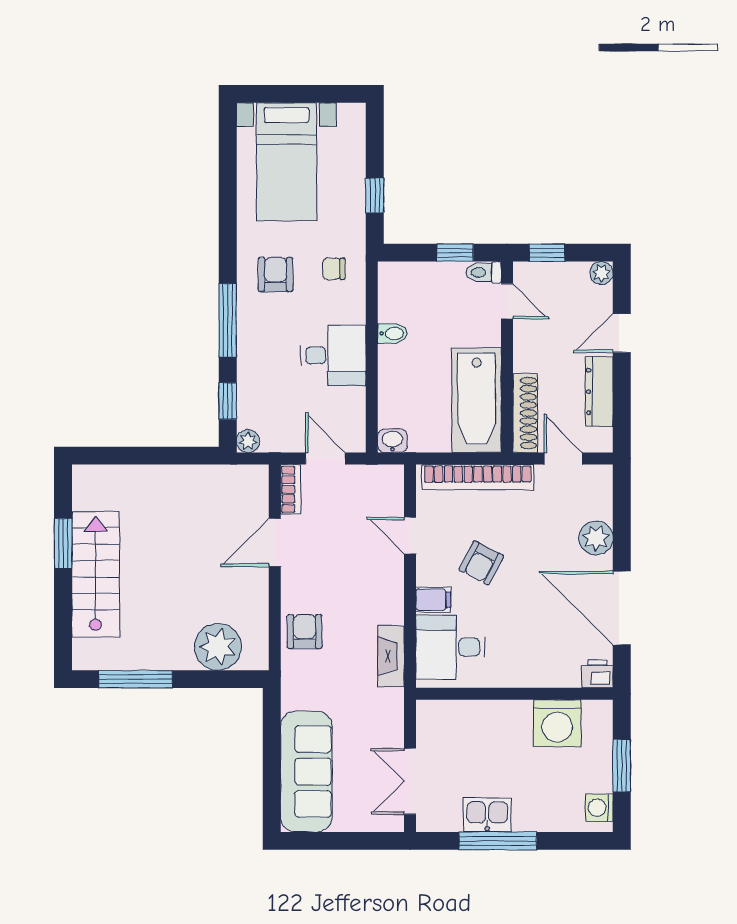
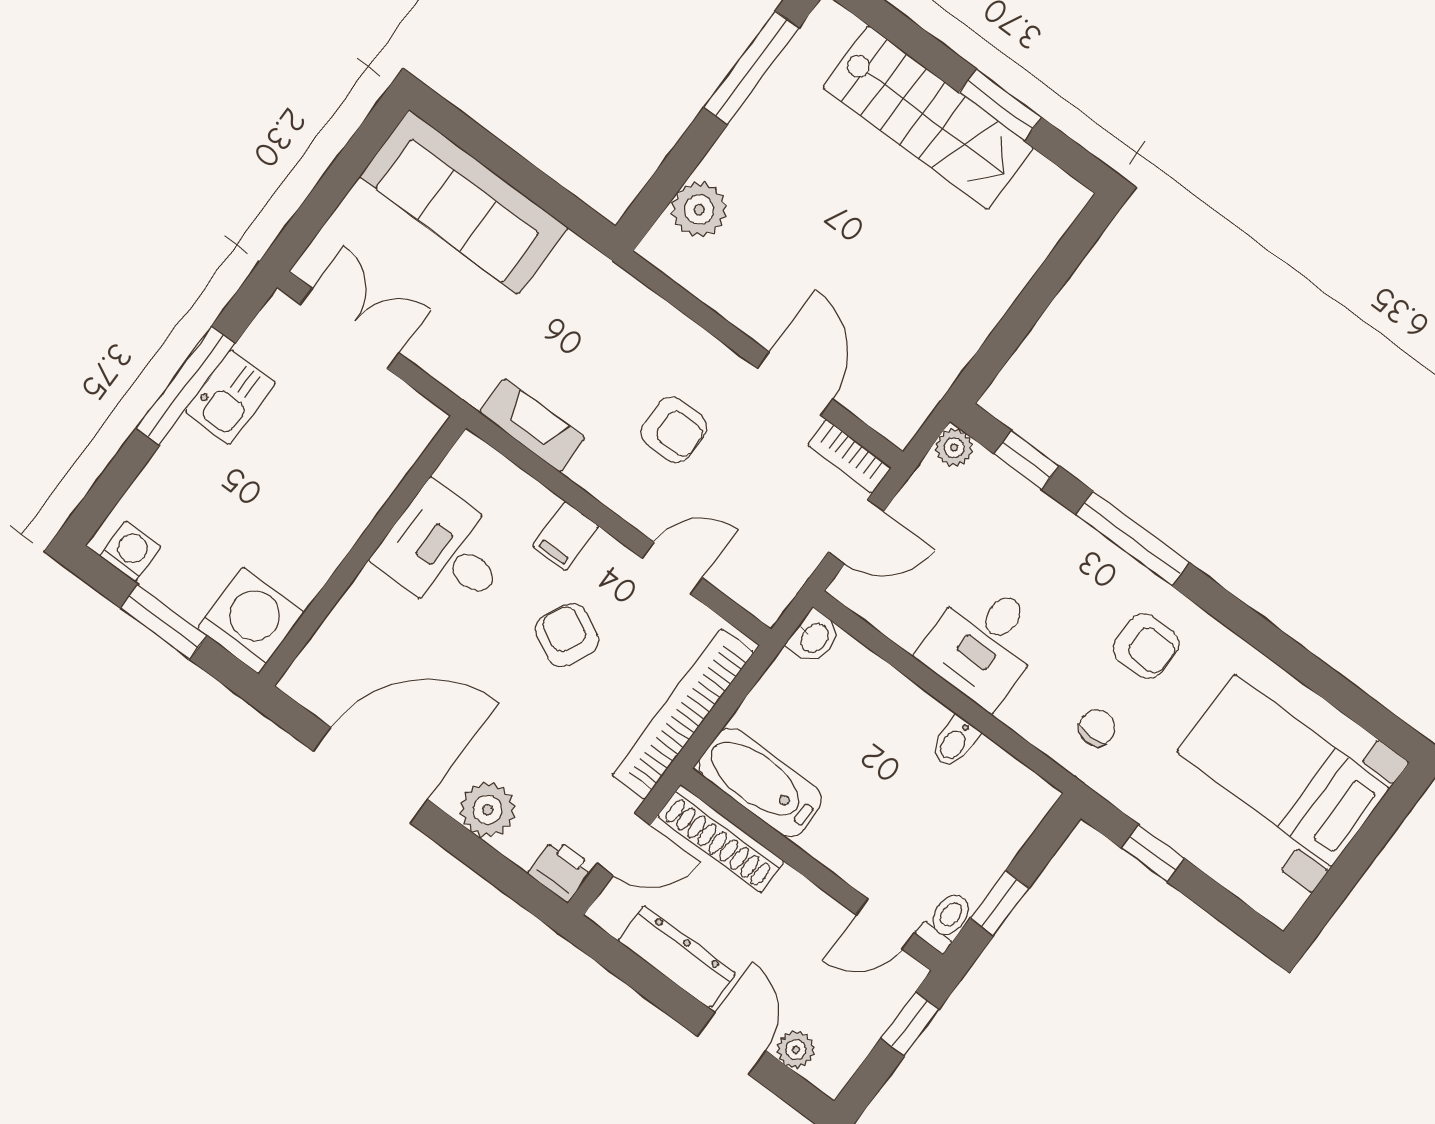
plant: (601, 273) -> (796, 1050), moved
bathtub: (477, 400) -> (760, 782), width x0.73, depth x0.73
armchair: (305, 631) -> (674, 430), moved
plant: (218, 647) -> (699, 210), width x0.73, depth x0.73
desk: (451, 647) -> (444, 552), moved, turned -90
printer: (597, 674) -> (561, 870), moved, turned -90
washing machine: (557, 723) -> (251, 620), moved, turned 90

